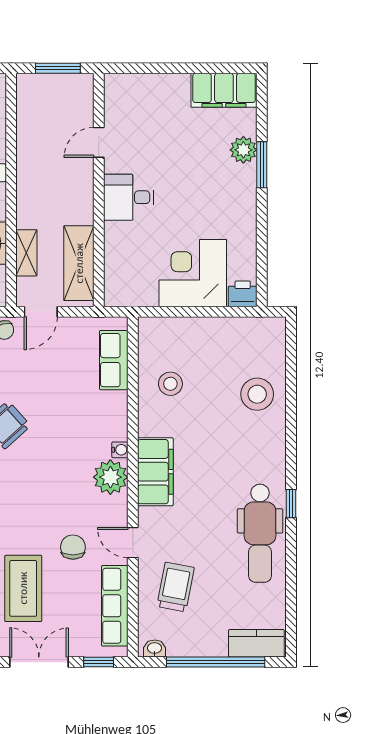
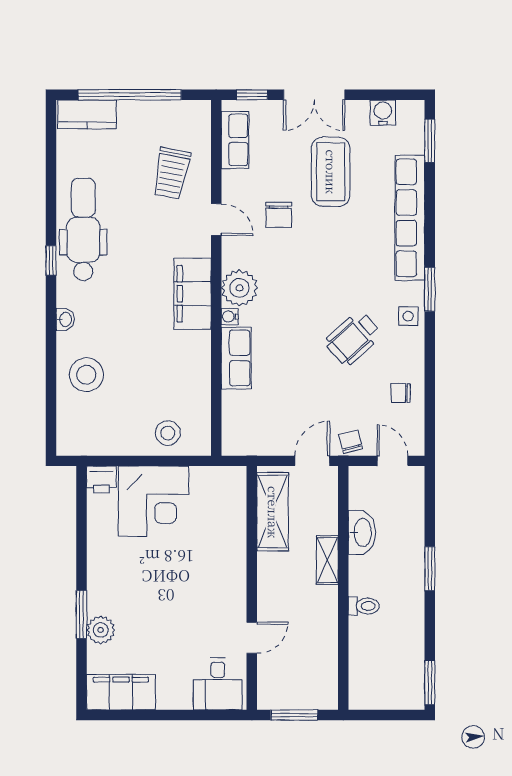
desk: (129, 197) -> (218, 684), moved, turned 90
shelving: (26, 253) -> (327, 560), moved
row of seats: (114, 360) -> (236, 358), moved
stool: (170, 384) -> (168, 433), moved
row of seats: (115, 606) -> (235, 140), width x0.68
washbasin: (155, 649) -> (65, 319), moved, turned -90

